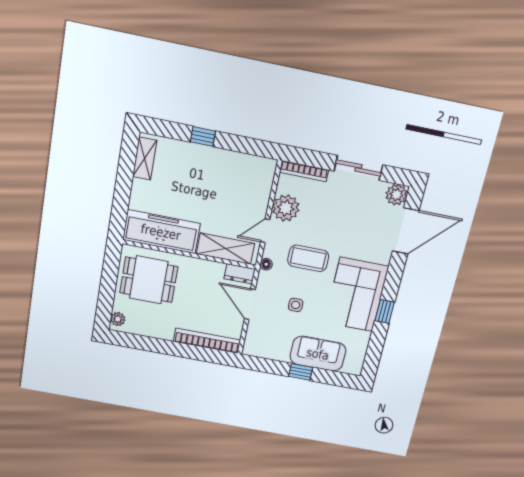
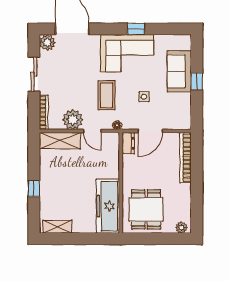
shelving: (225, 249) -> (60, 141), moved, turned 90

